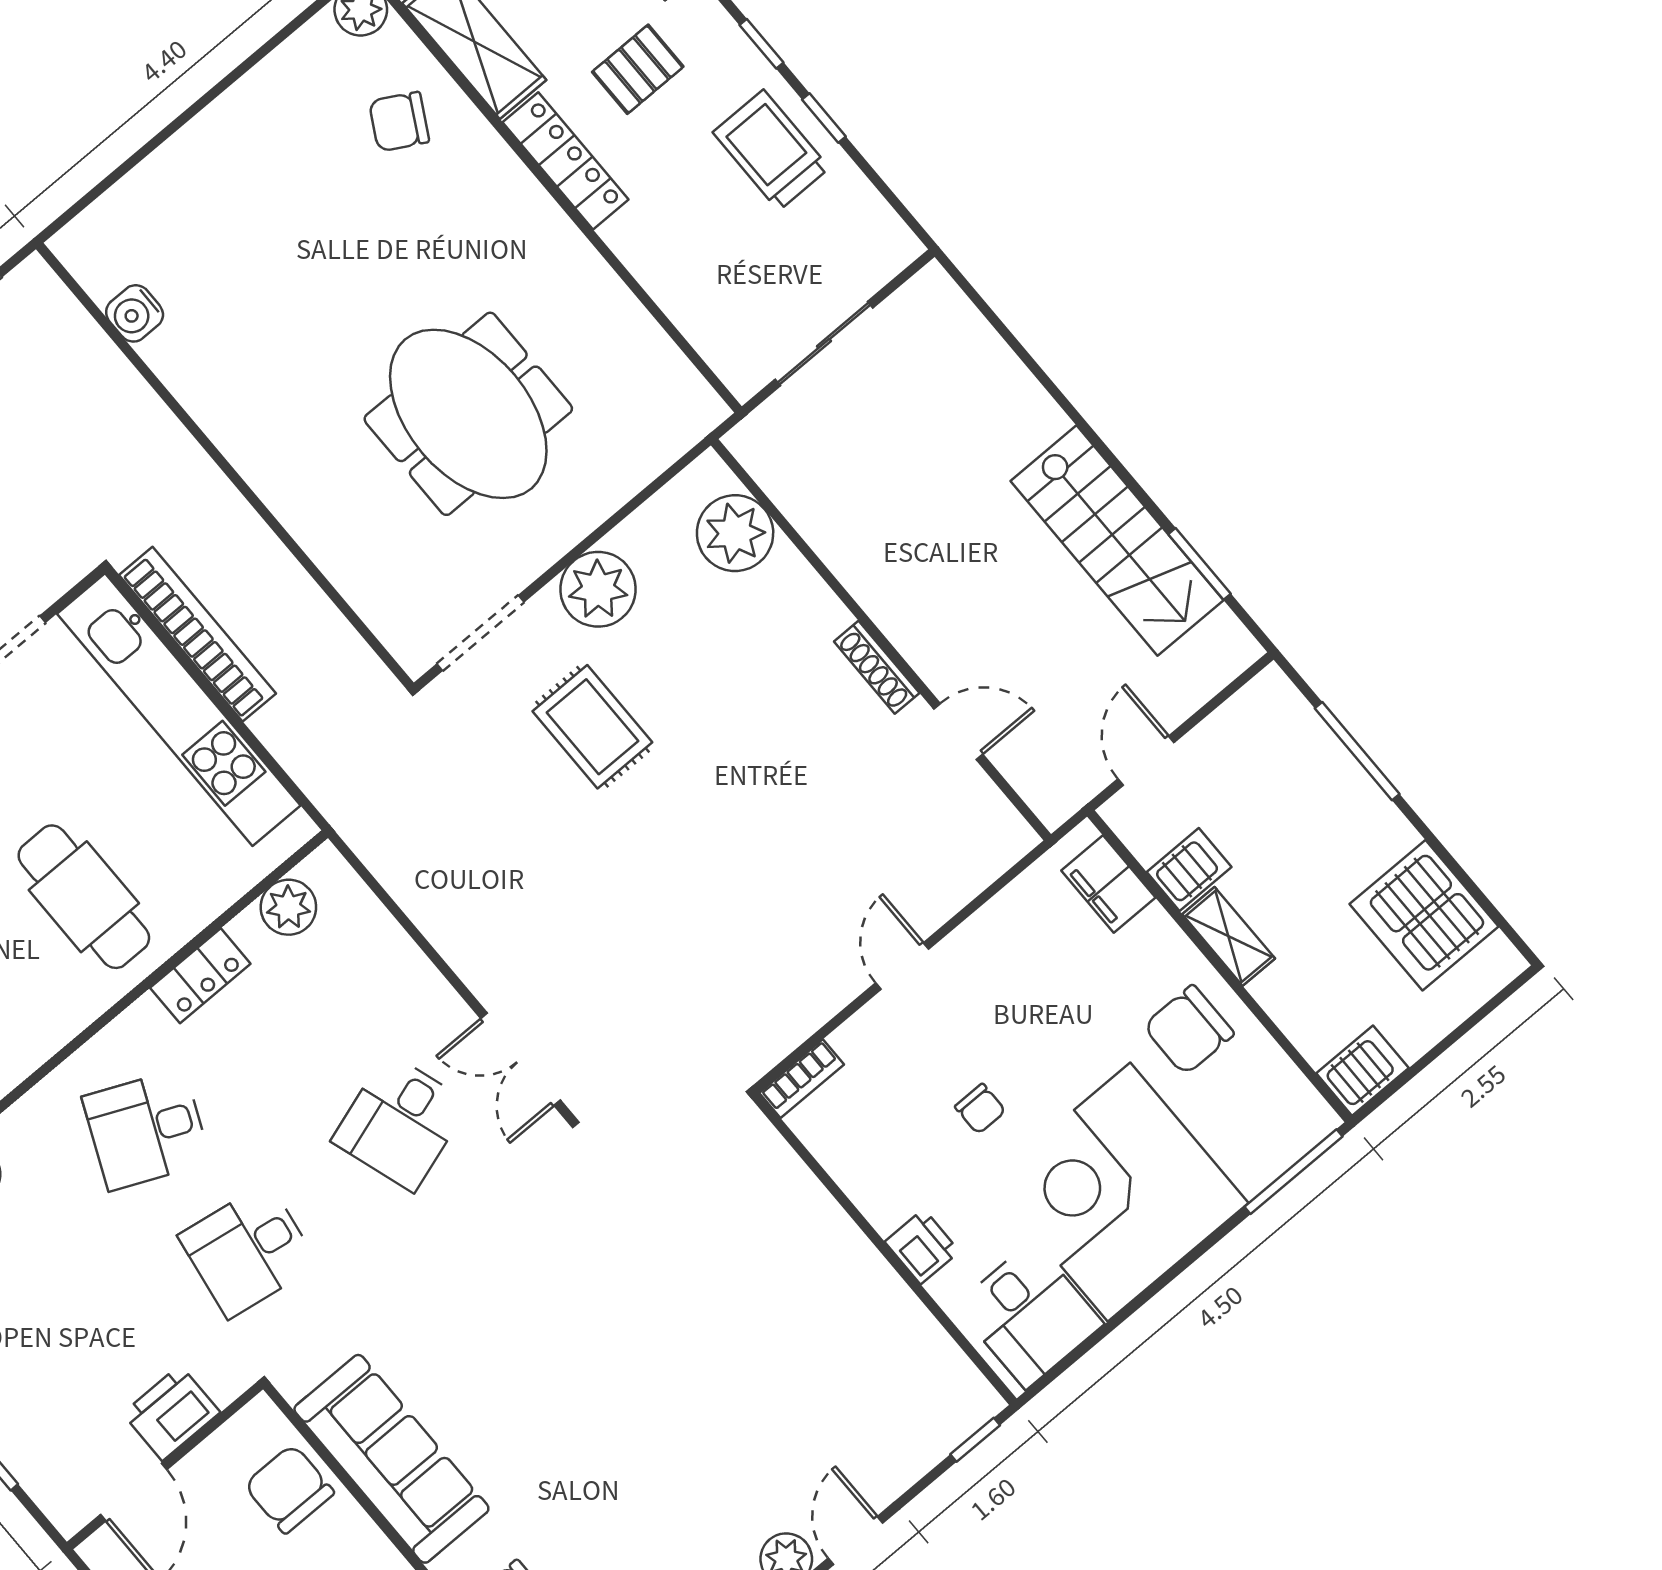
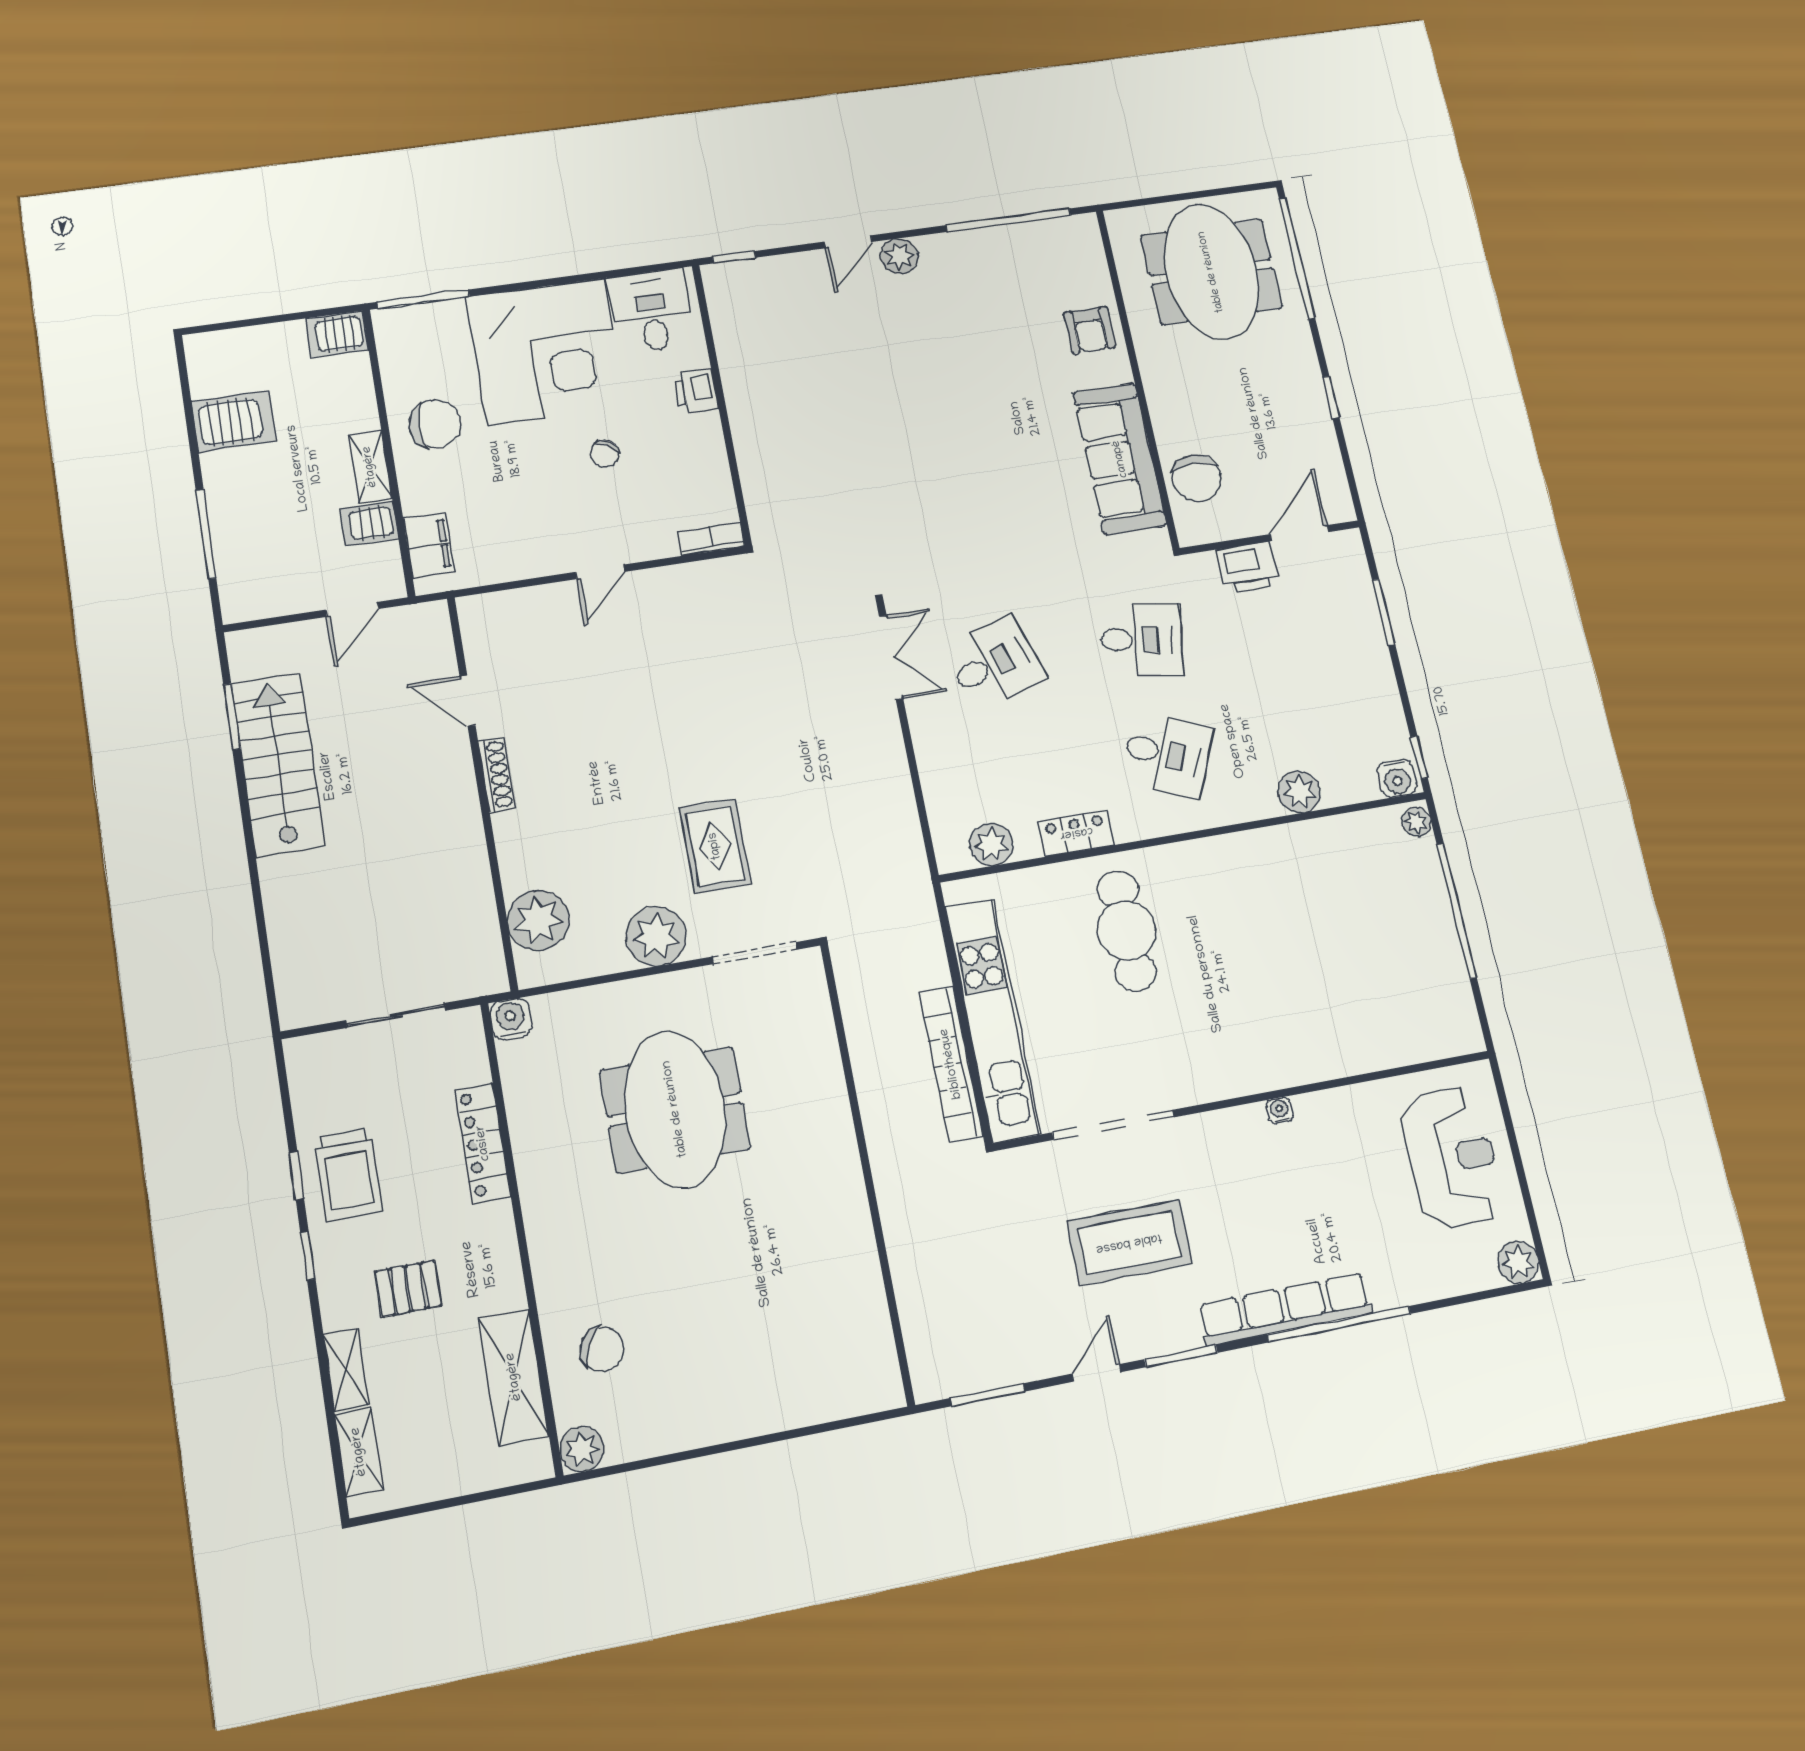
locker: (566, 161) -> (483, 1143), moved
water cooler: (135, 313) -> (511, 1019), moved, turned -90
server rack: (1424, 915) -> (234, 421), width x0.62
chair: (980, 1109) -> (604, 454), turned -150

